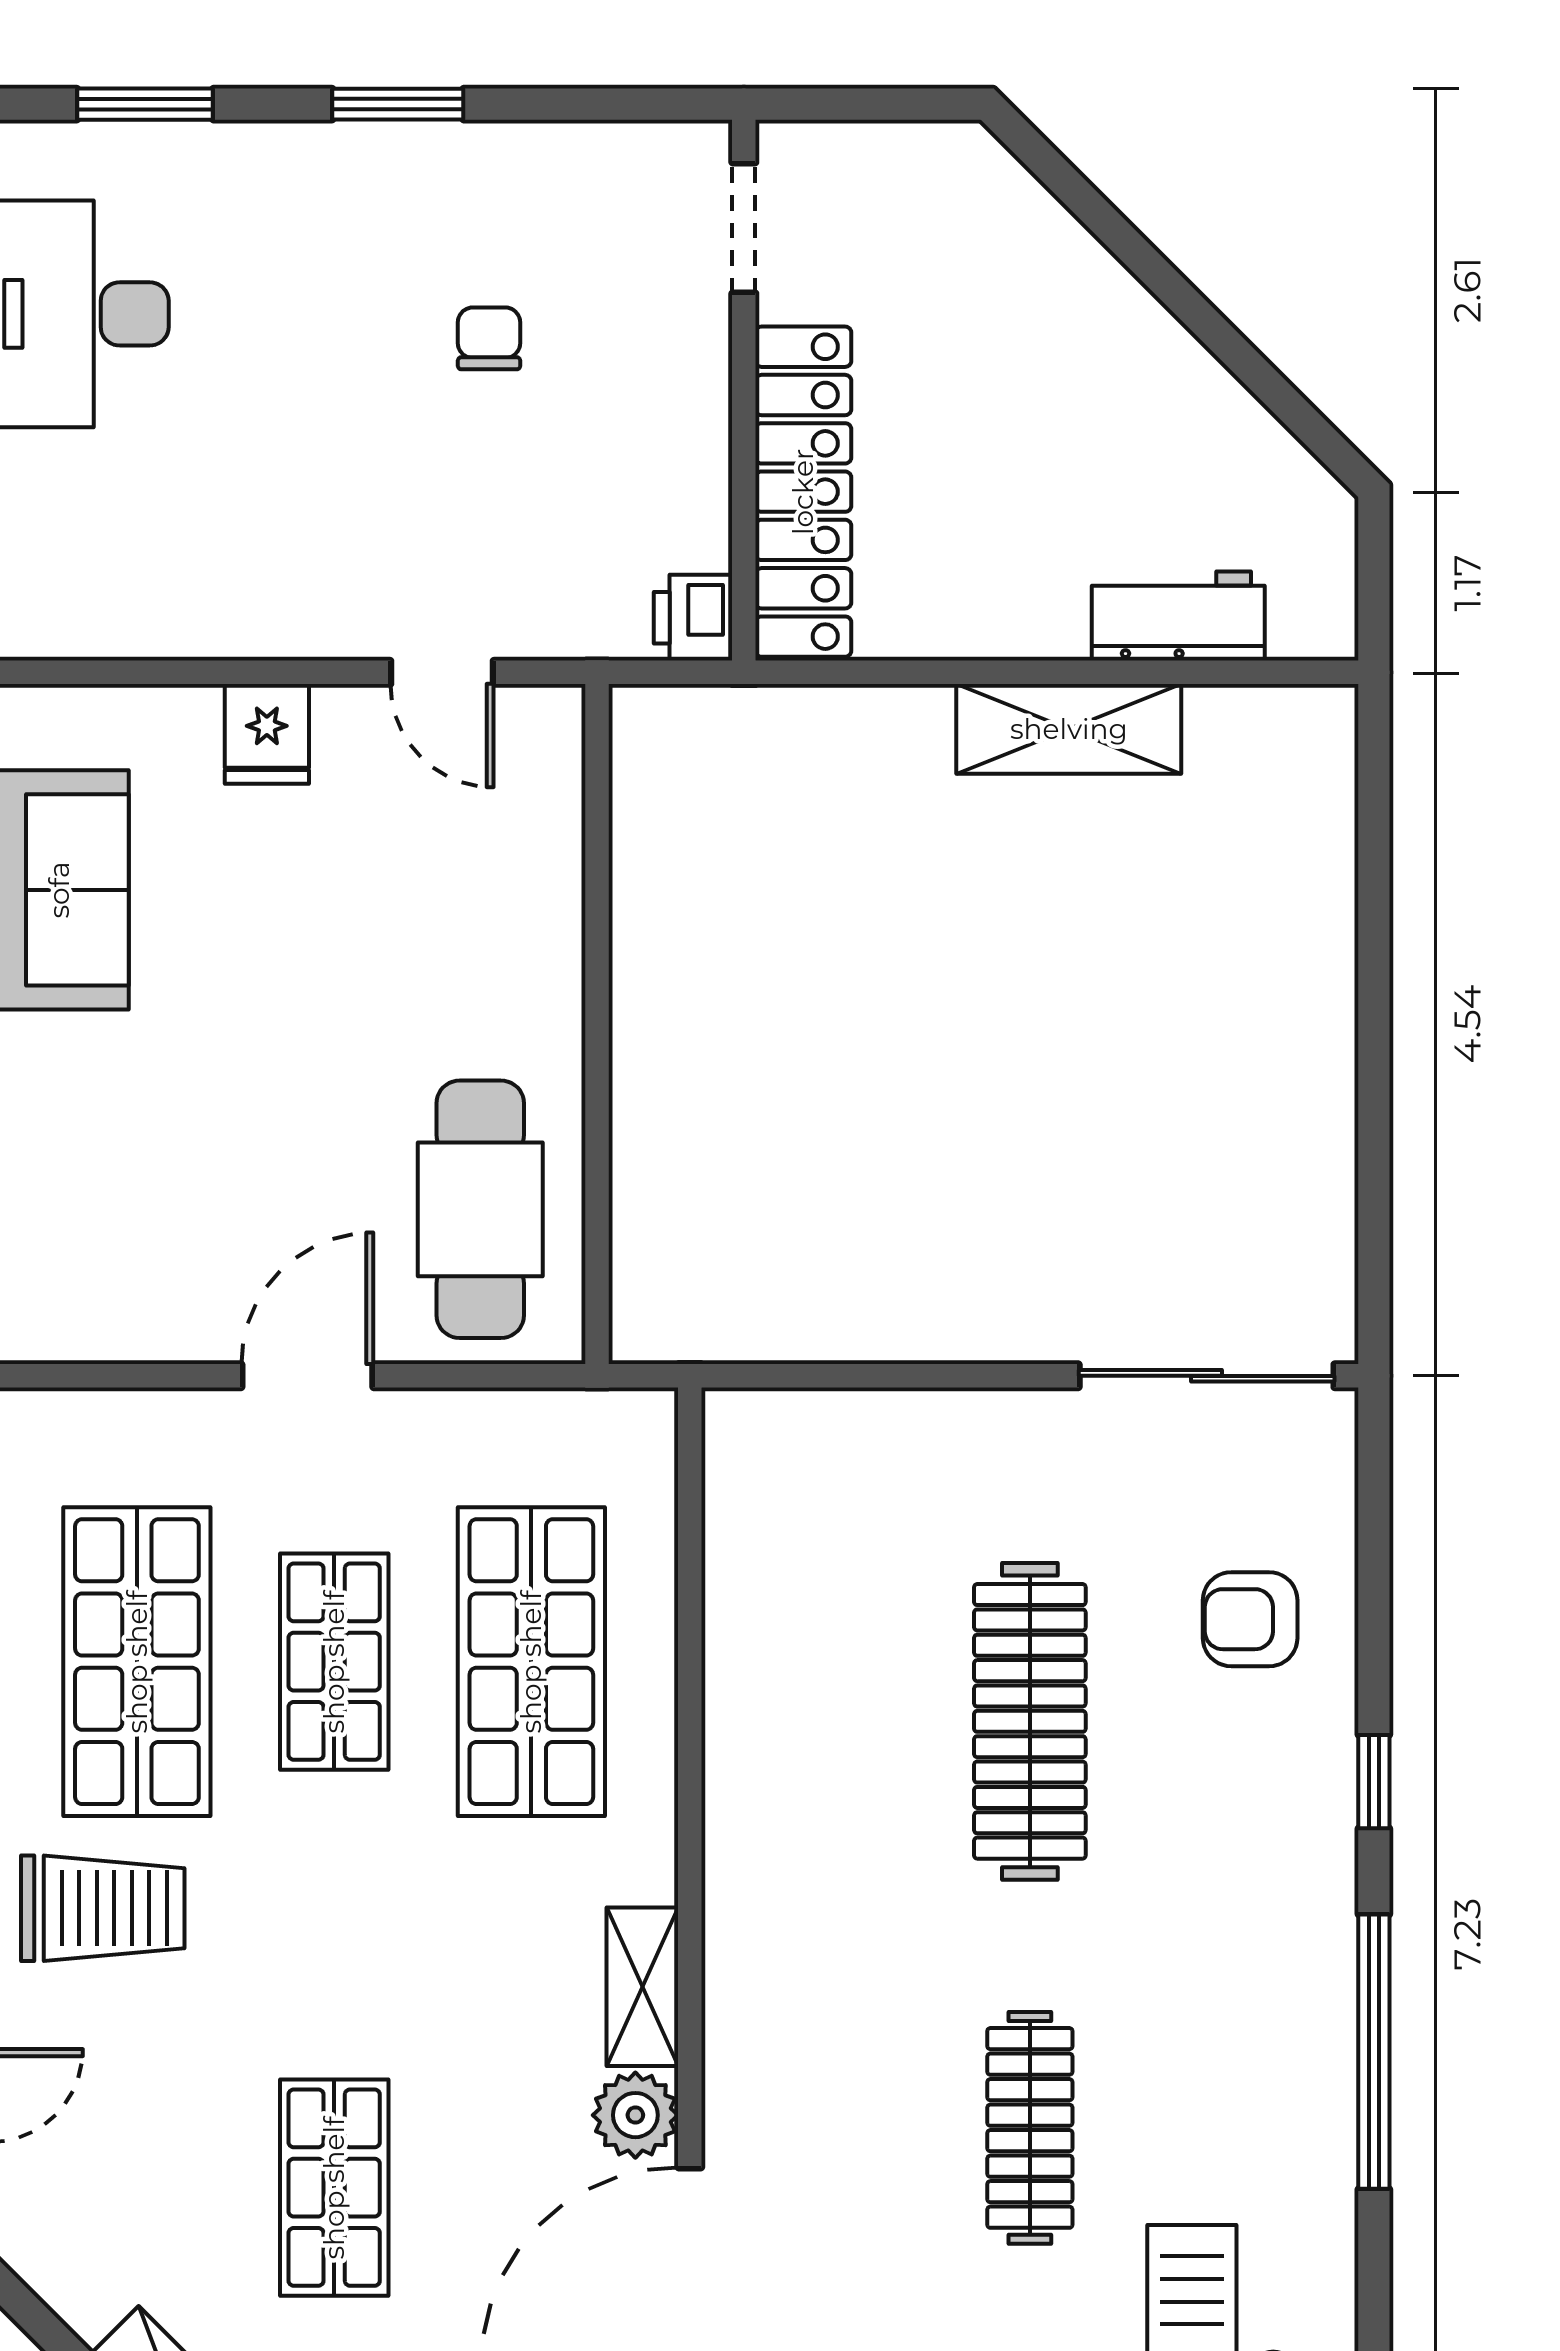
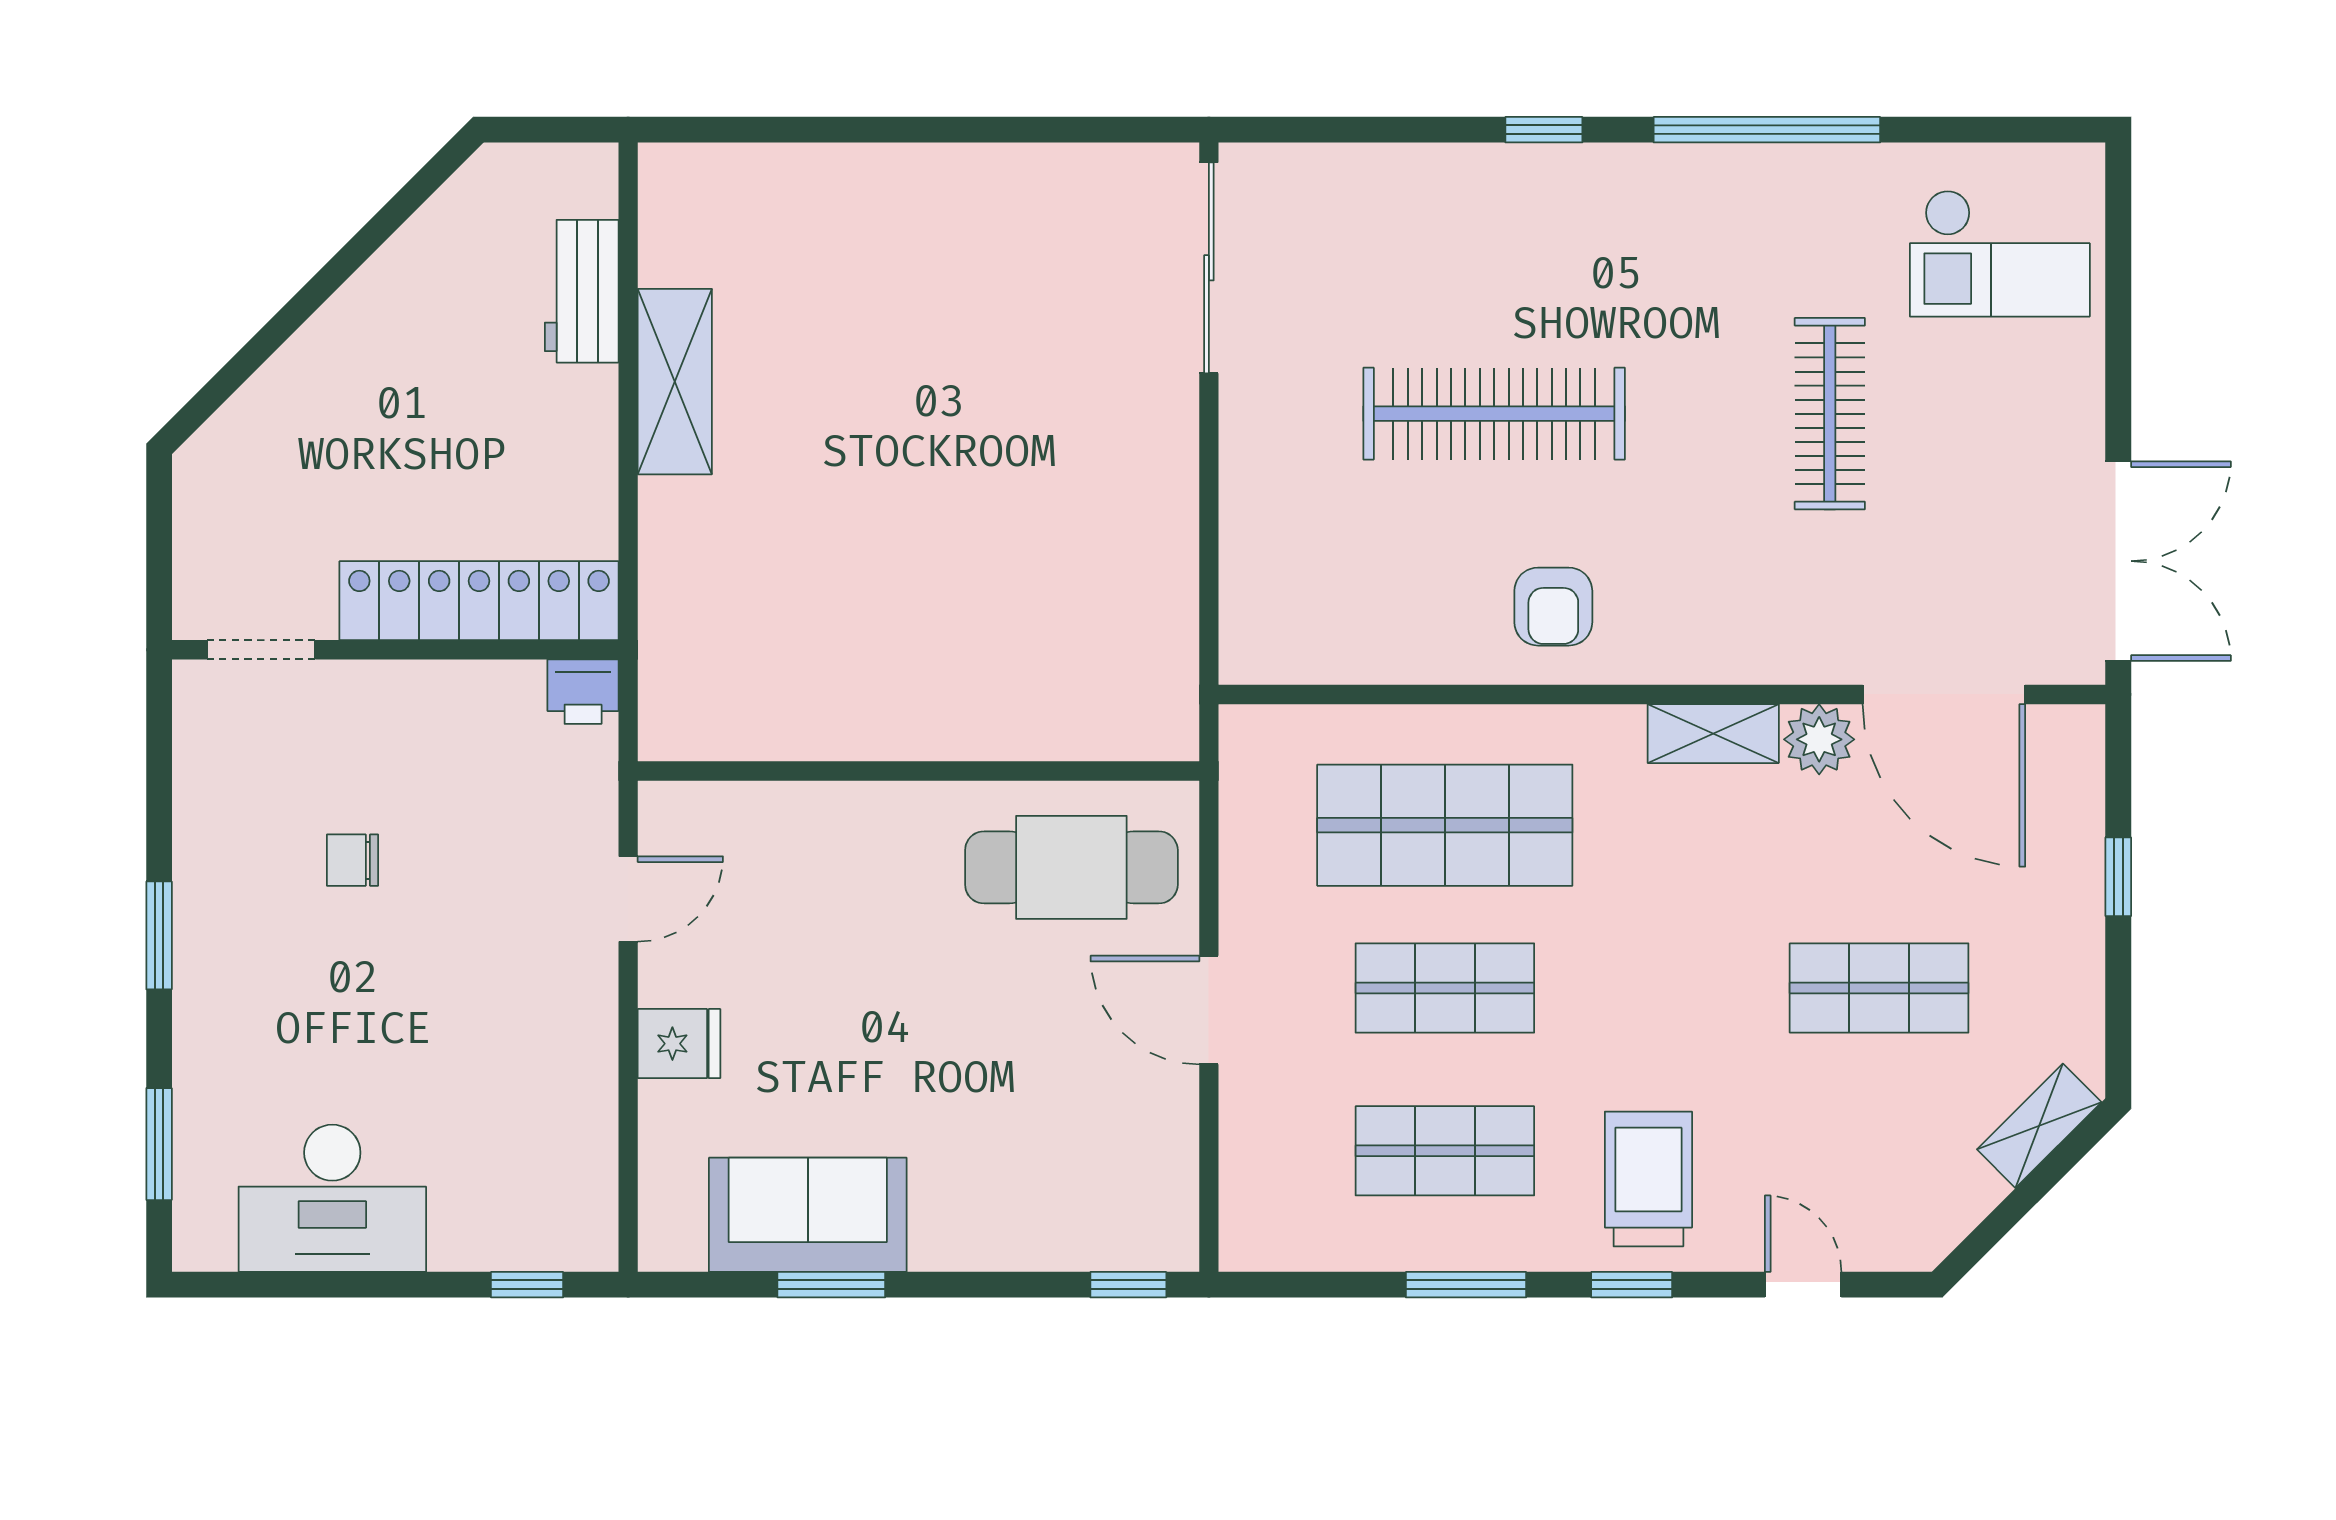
armchair: (1250, 1619) -> (1553, 607), moved
shop shelf: (137, 1662) -> (1445, 1151), width x0.70, depth x0.74
clothes rail: (1030, 2128) -> (1830, 414), turned 90

